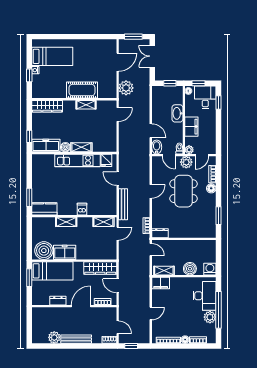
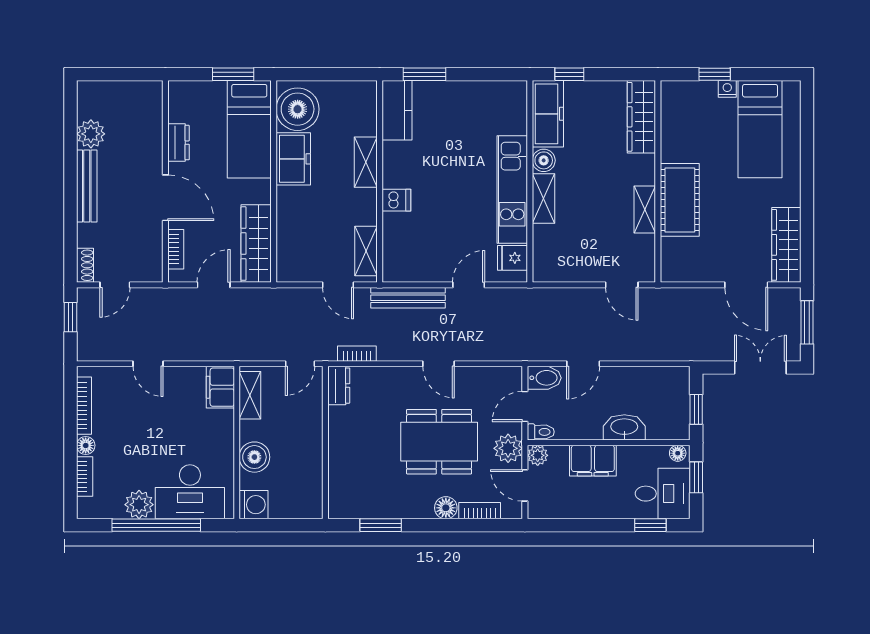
wardrobe: (101, 45) -> (786, 245), added
plant: (126, 88) -> (685, 305), removed

